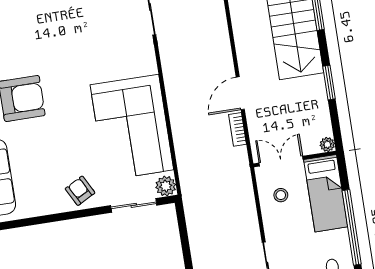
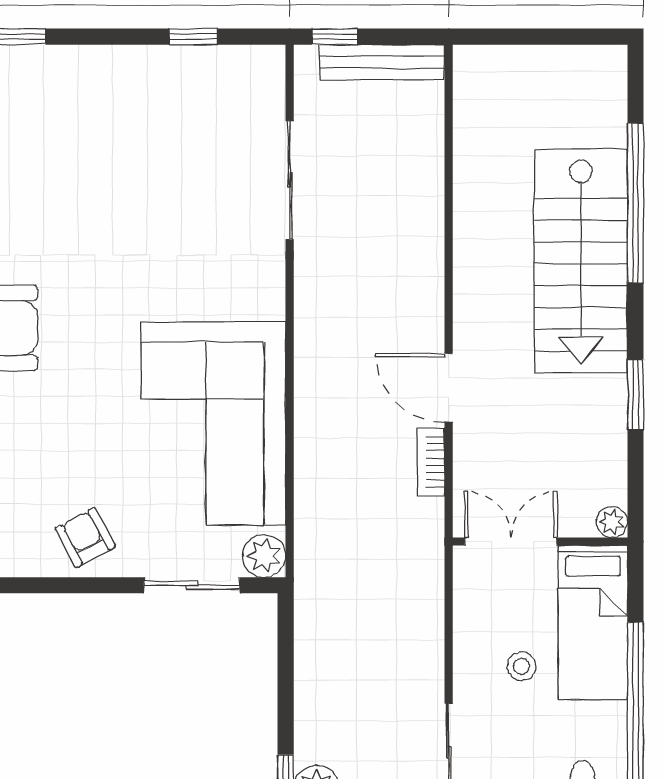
door: (240, 93) -> (449, 388), hinge flipped
stool: (281, 195) -> (522, 666), moved

